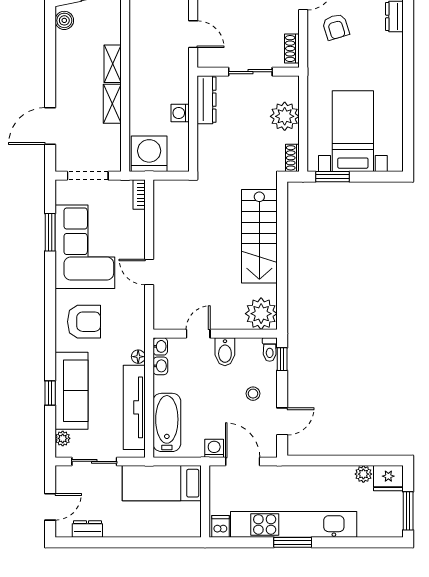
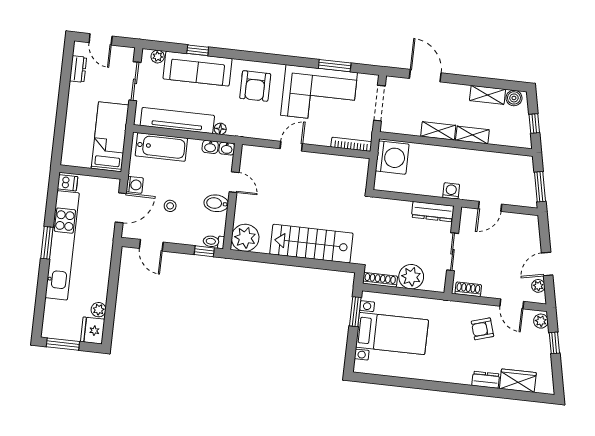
shelving: (64, 51) -> (488, 95), added
washing machine: (180, 113) -> (451, 191), moved
shoe rack: (292, 158) -> (380, 280), width x1.43
bookcase: (139, 194) -> (351, 144), width x1.56
stool: (253, 394) -> (170, 206), moved

